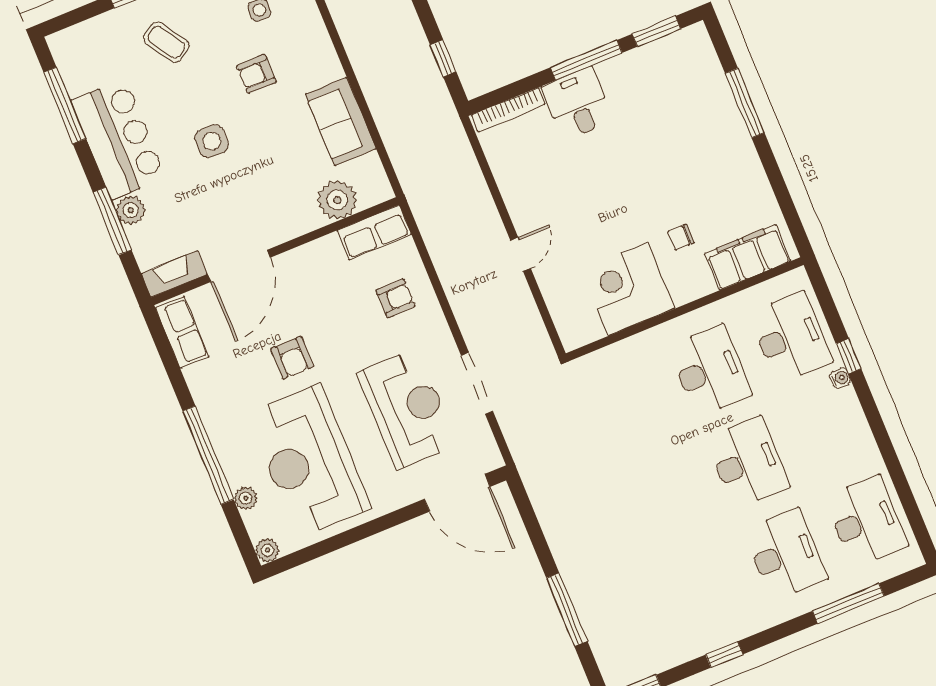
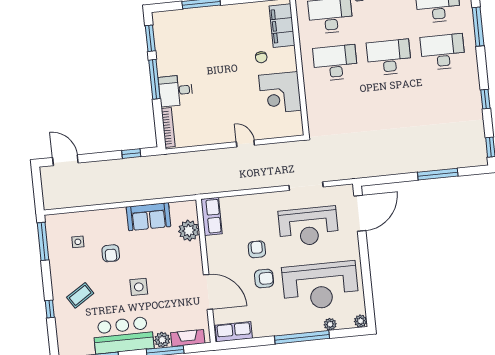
fireplace: (174, 274) -> (188, 338), moved, turned 90
armchair: (396, 298) -> (257, 249), moved
reception desk: (407, 409) -> (308, 226), turned 180

